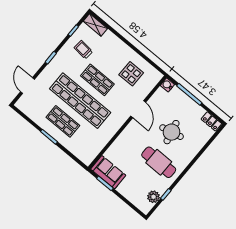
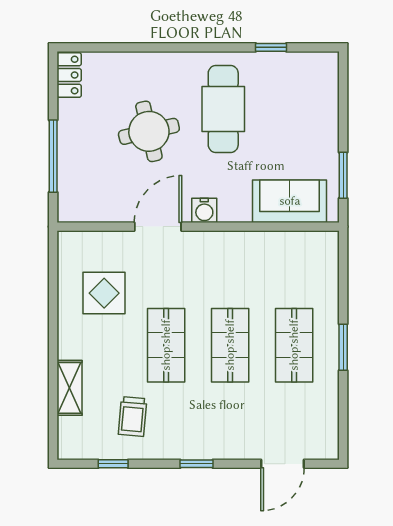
shelving: (95, 25) -> (70, 388), moved
water cooler: (167, 85) -> (204, 210), moved
shop shelf: (80, 101) -> (230, 345), width x0.50, depth x0.74
sofa: (108, 172) -> (290, 201), moved, turned 90
plant: (154, 197) -> (294, 66), removed

